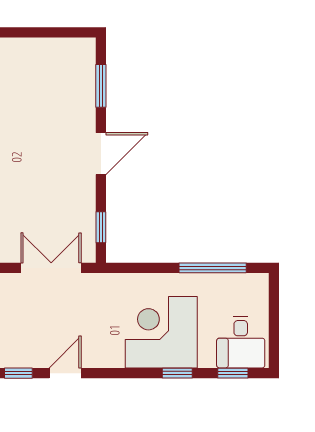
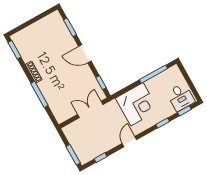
door: (101, 154) -> (85, 54), swing flipped
corner desk: (161, 332) -> (137, 104), moved, turned 180
door: (65, 373) -> (129, 142), moved

